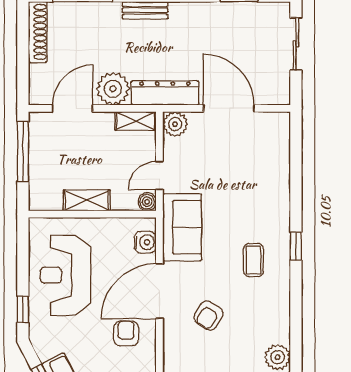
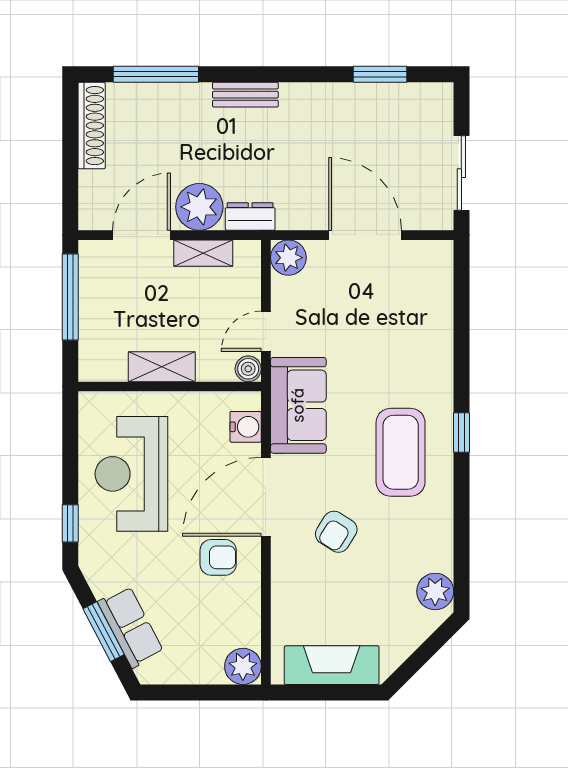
sliding door: (296, 44) -> (461, 173), moved
dresser: (165, 93) -> (250, 216), width x0.51, depth x0.80
shelving: (136, 121) -> (203, 253), moved
coffee table: (253, 260) -> (401, 452), width x1.86, depth x1.72
armchair: (126, 333) -> (218, 557), turned 90

